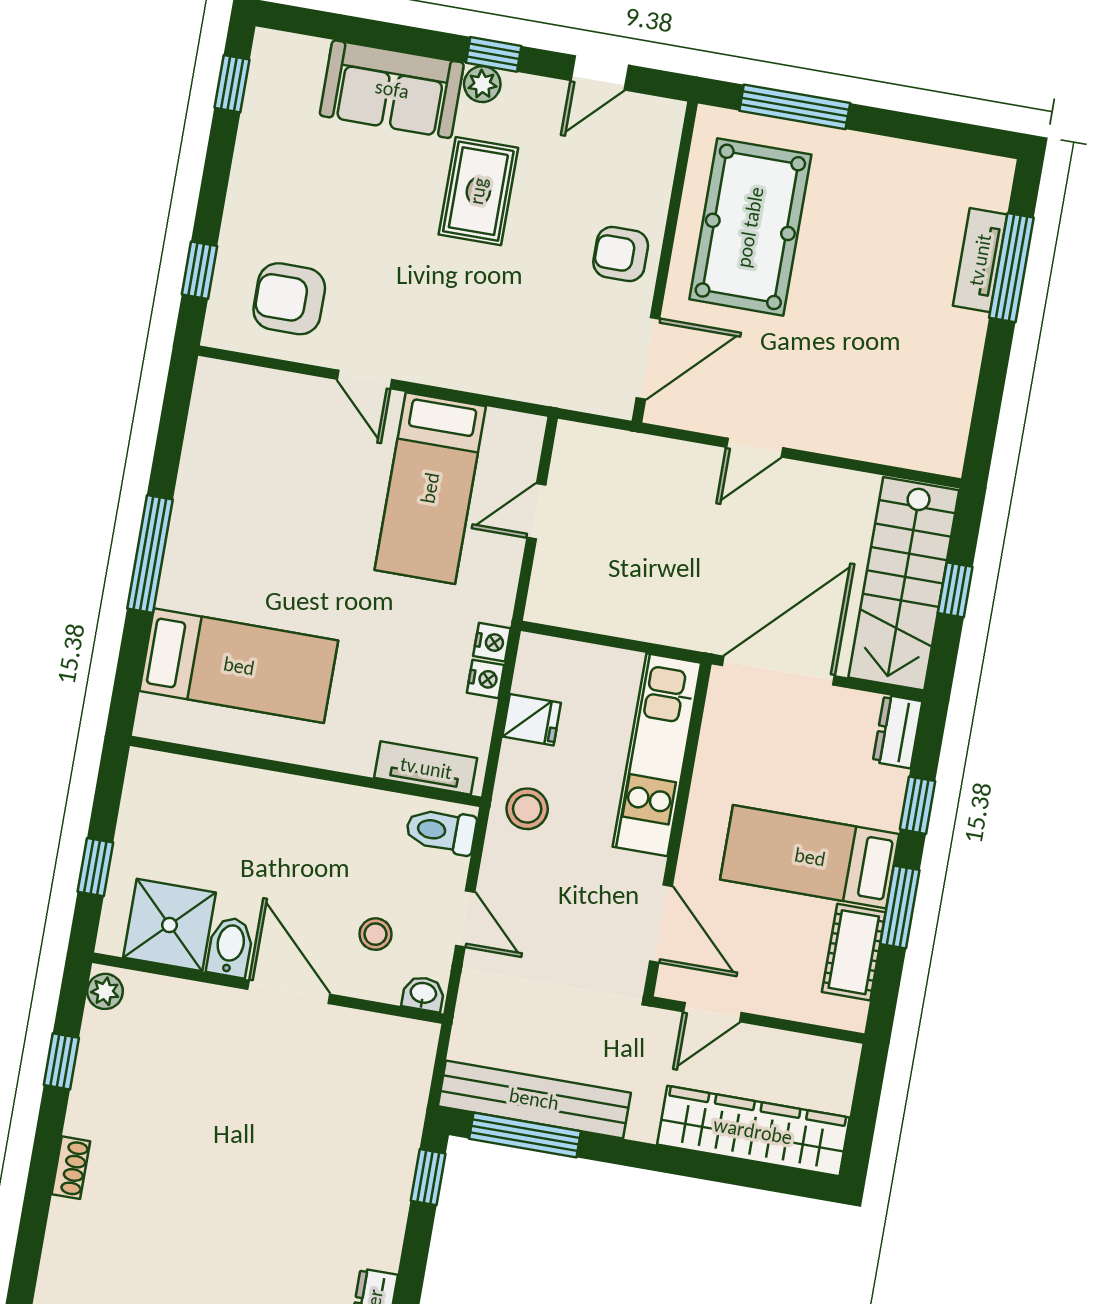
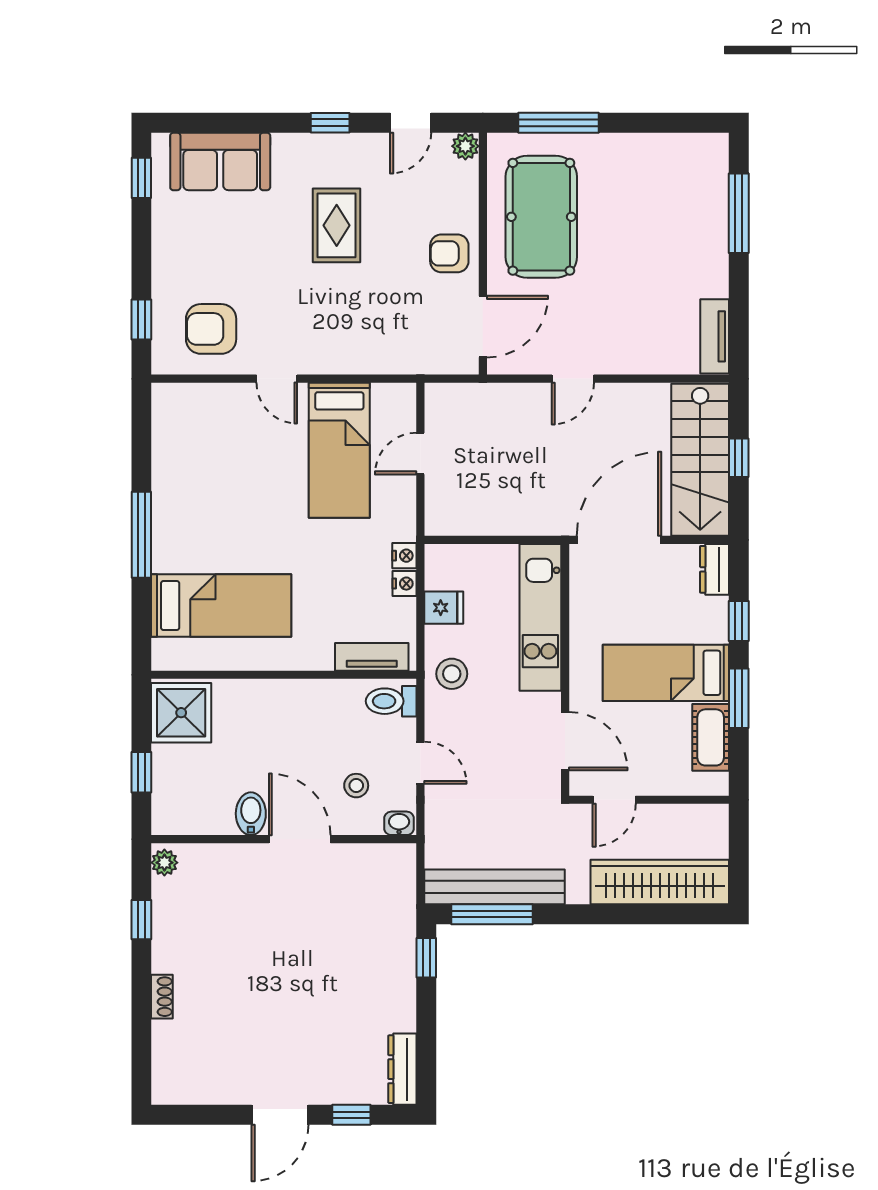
plant: (482, 84) -> (465, 146), moved
sofa: (392, 89) -> (220, 161), moved
tv unit: (980, 260) -> (715, 336), moved
shower: (170, 925) -> (181, 713), moved

